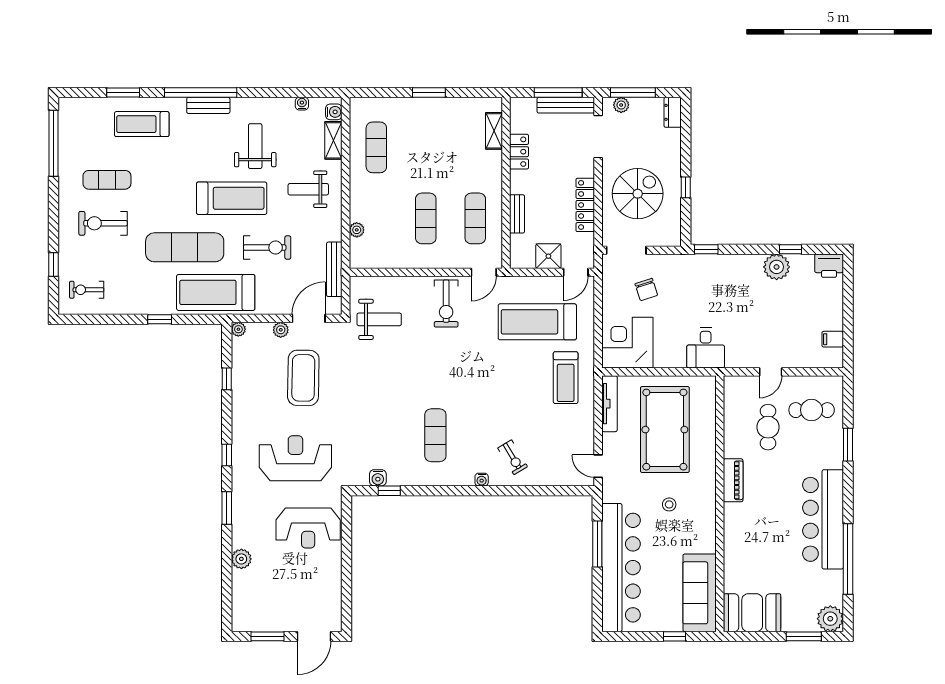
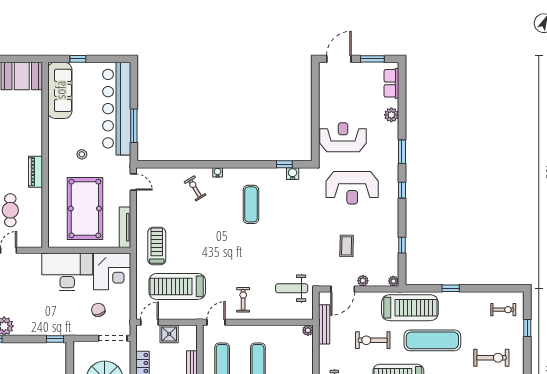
plant: (357, 230) -> (308, 330), moved
exercise bike: (446, 303) -> (243, 300), width x0.73, depth x0.72
treadmill: (537, 322) -> (177, 286), turned 180
desk: (706, 348) -> (67, 272), width x1.87, depth x1.30
coffee table: (303, 378) -> (347, 246), width x0.54, depth x0.58
row of seats: (241, 603) -> (391, 83), added

